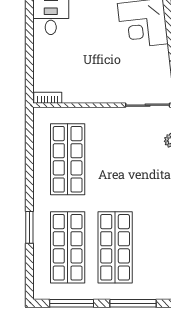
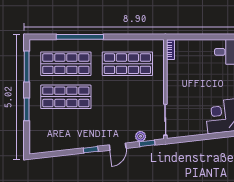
window: (29, 227) -> (80, 37), width x2.11
window: (133, 303) -> (27, 109), width x0.69

